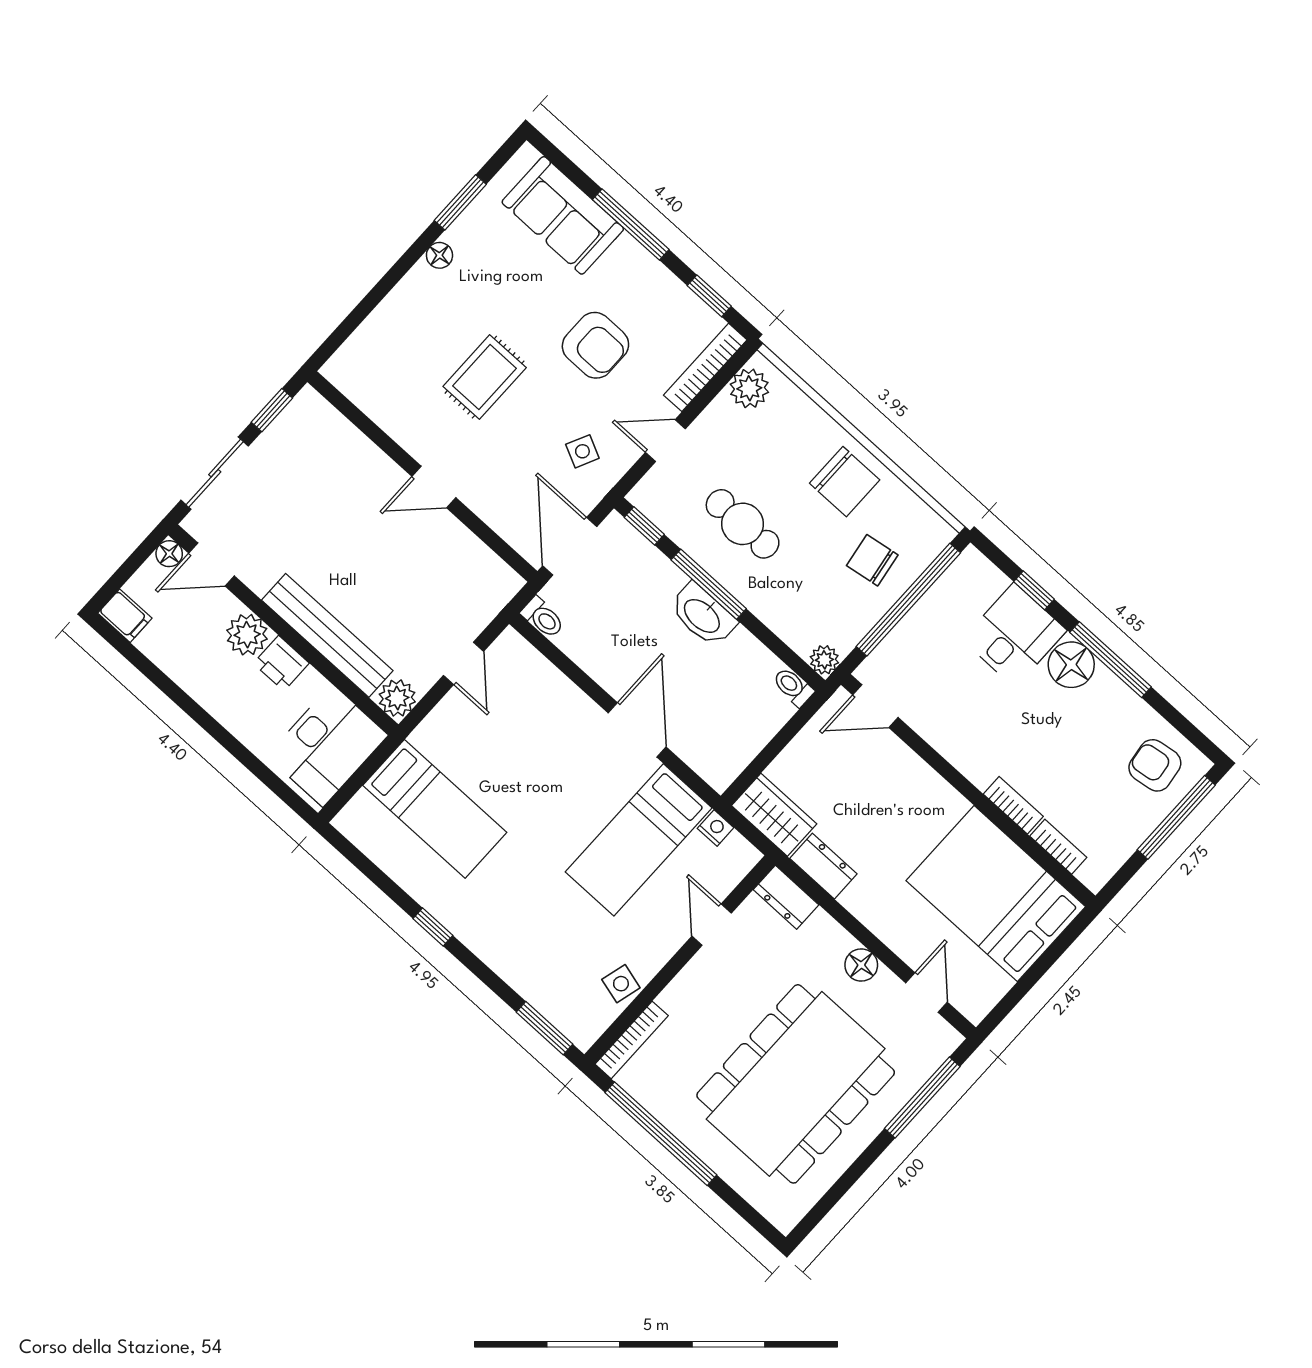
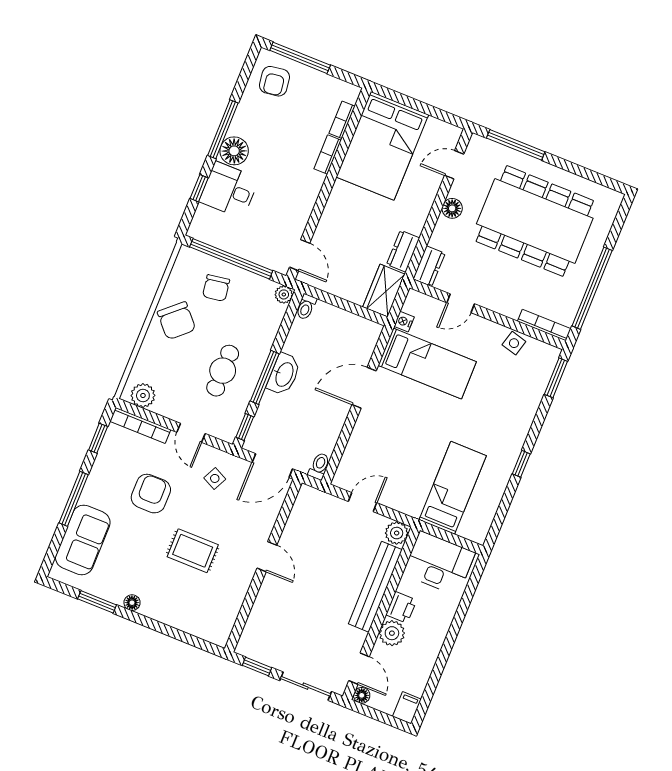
chair: (845, 482) -> (177, 321), turned 138

